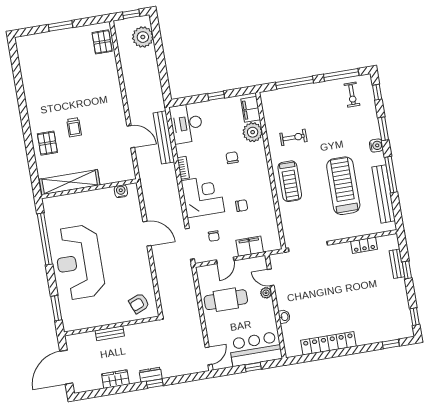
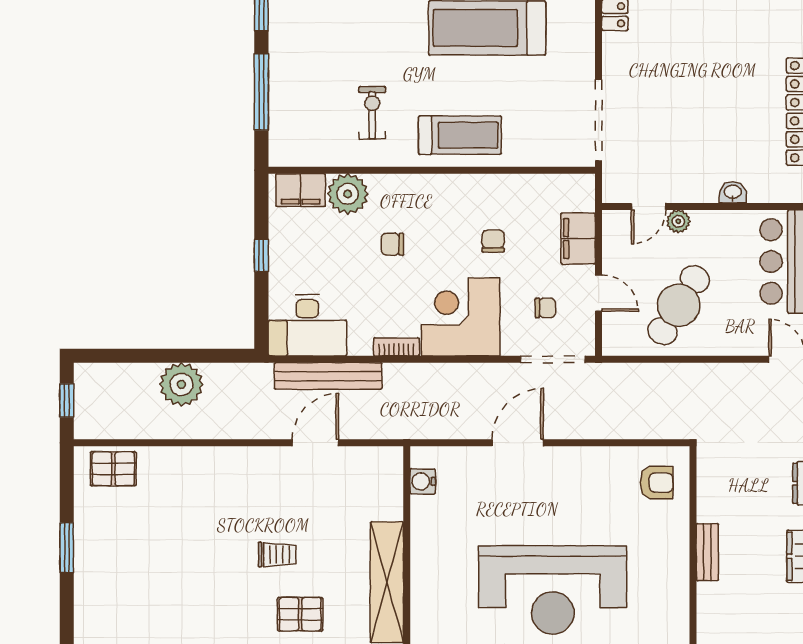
plant: (143, 37) -> (181, 384), moved
cafe table: (226, 300) -> (679, 305), turned 32
armchair: (139, 303) -> (657, 483), turned -68

